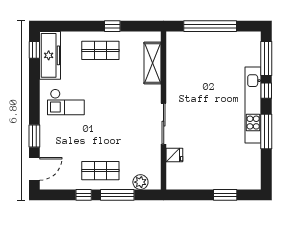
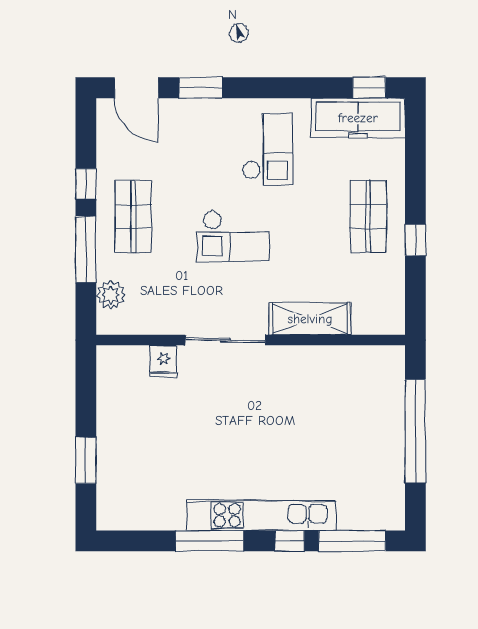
shelving: (153, 63) -> (310, 319), moved
checkout: (66, 102) -> (267, 149), turned 180
checkout: (110, 120) -> (233, 236), added

